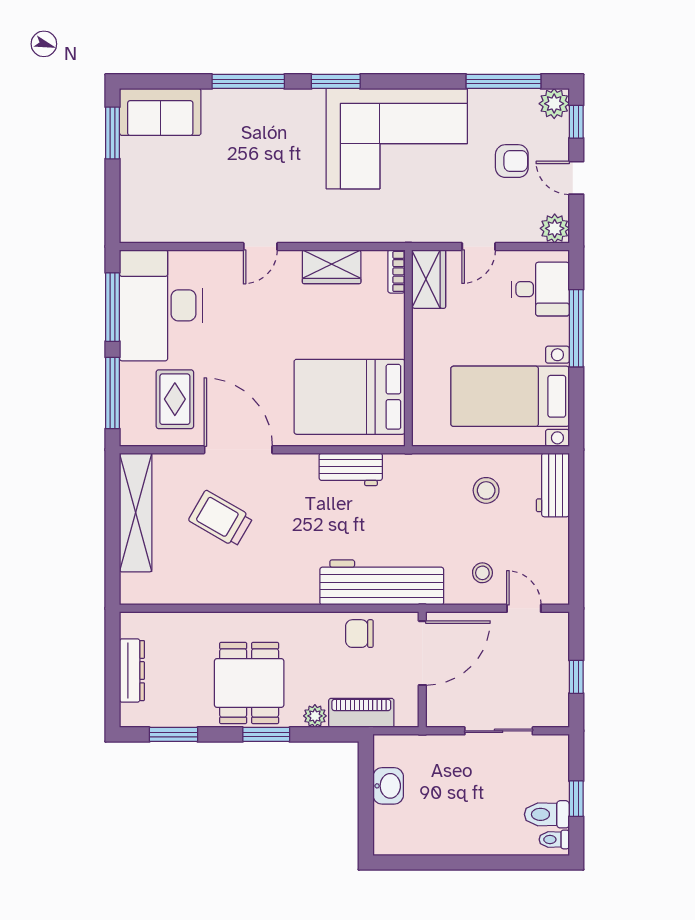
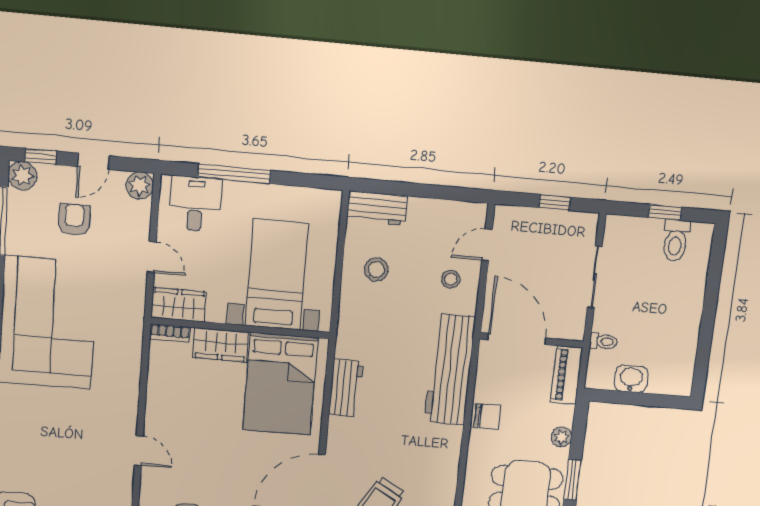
wardrobe: (332, 267) -> (221, 345), moved, turned 90
bed with nightstands: (510, 396) -> (277, 275), moved, turned 180
chair: (359, 634) -> (487, 416), moved, turned -90
piano: (361, 713) -> (566, 375), moved
toilet: (554, 839) -> (603, 342), moved, turned -90

